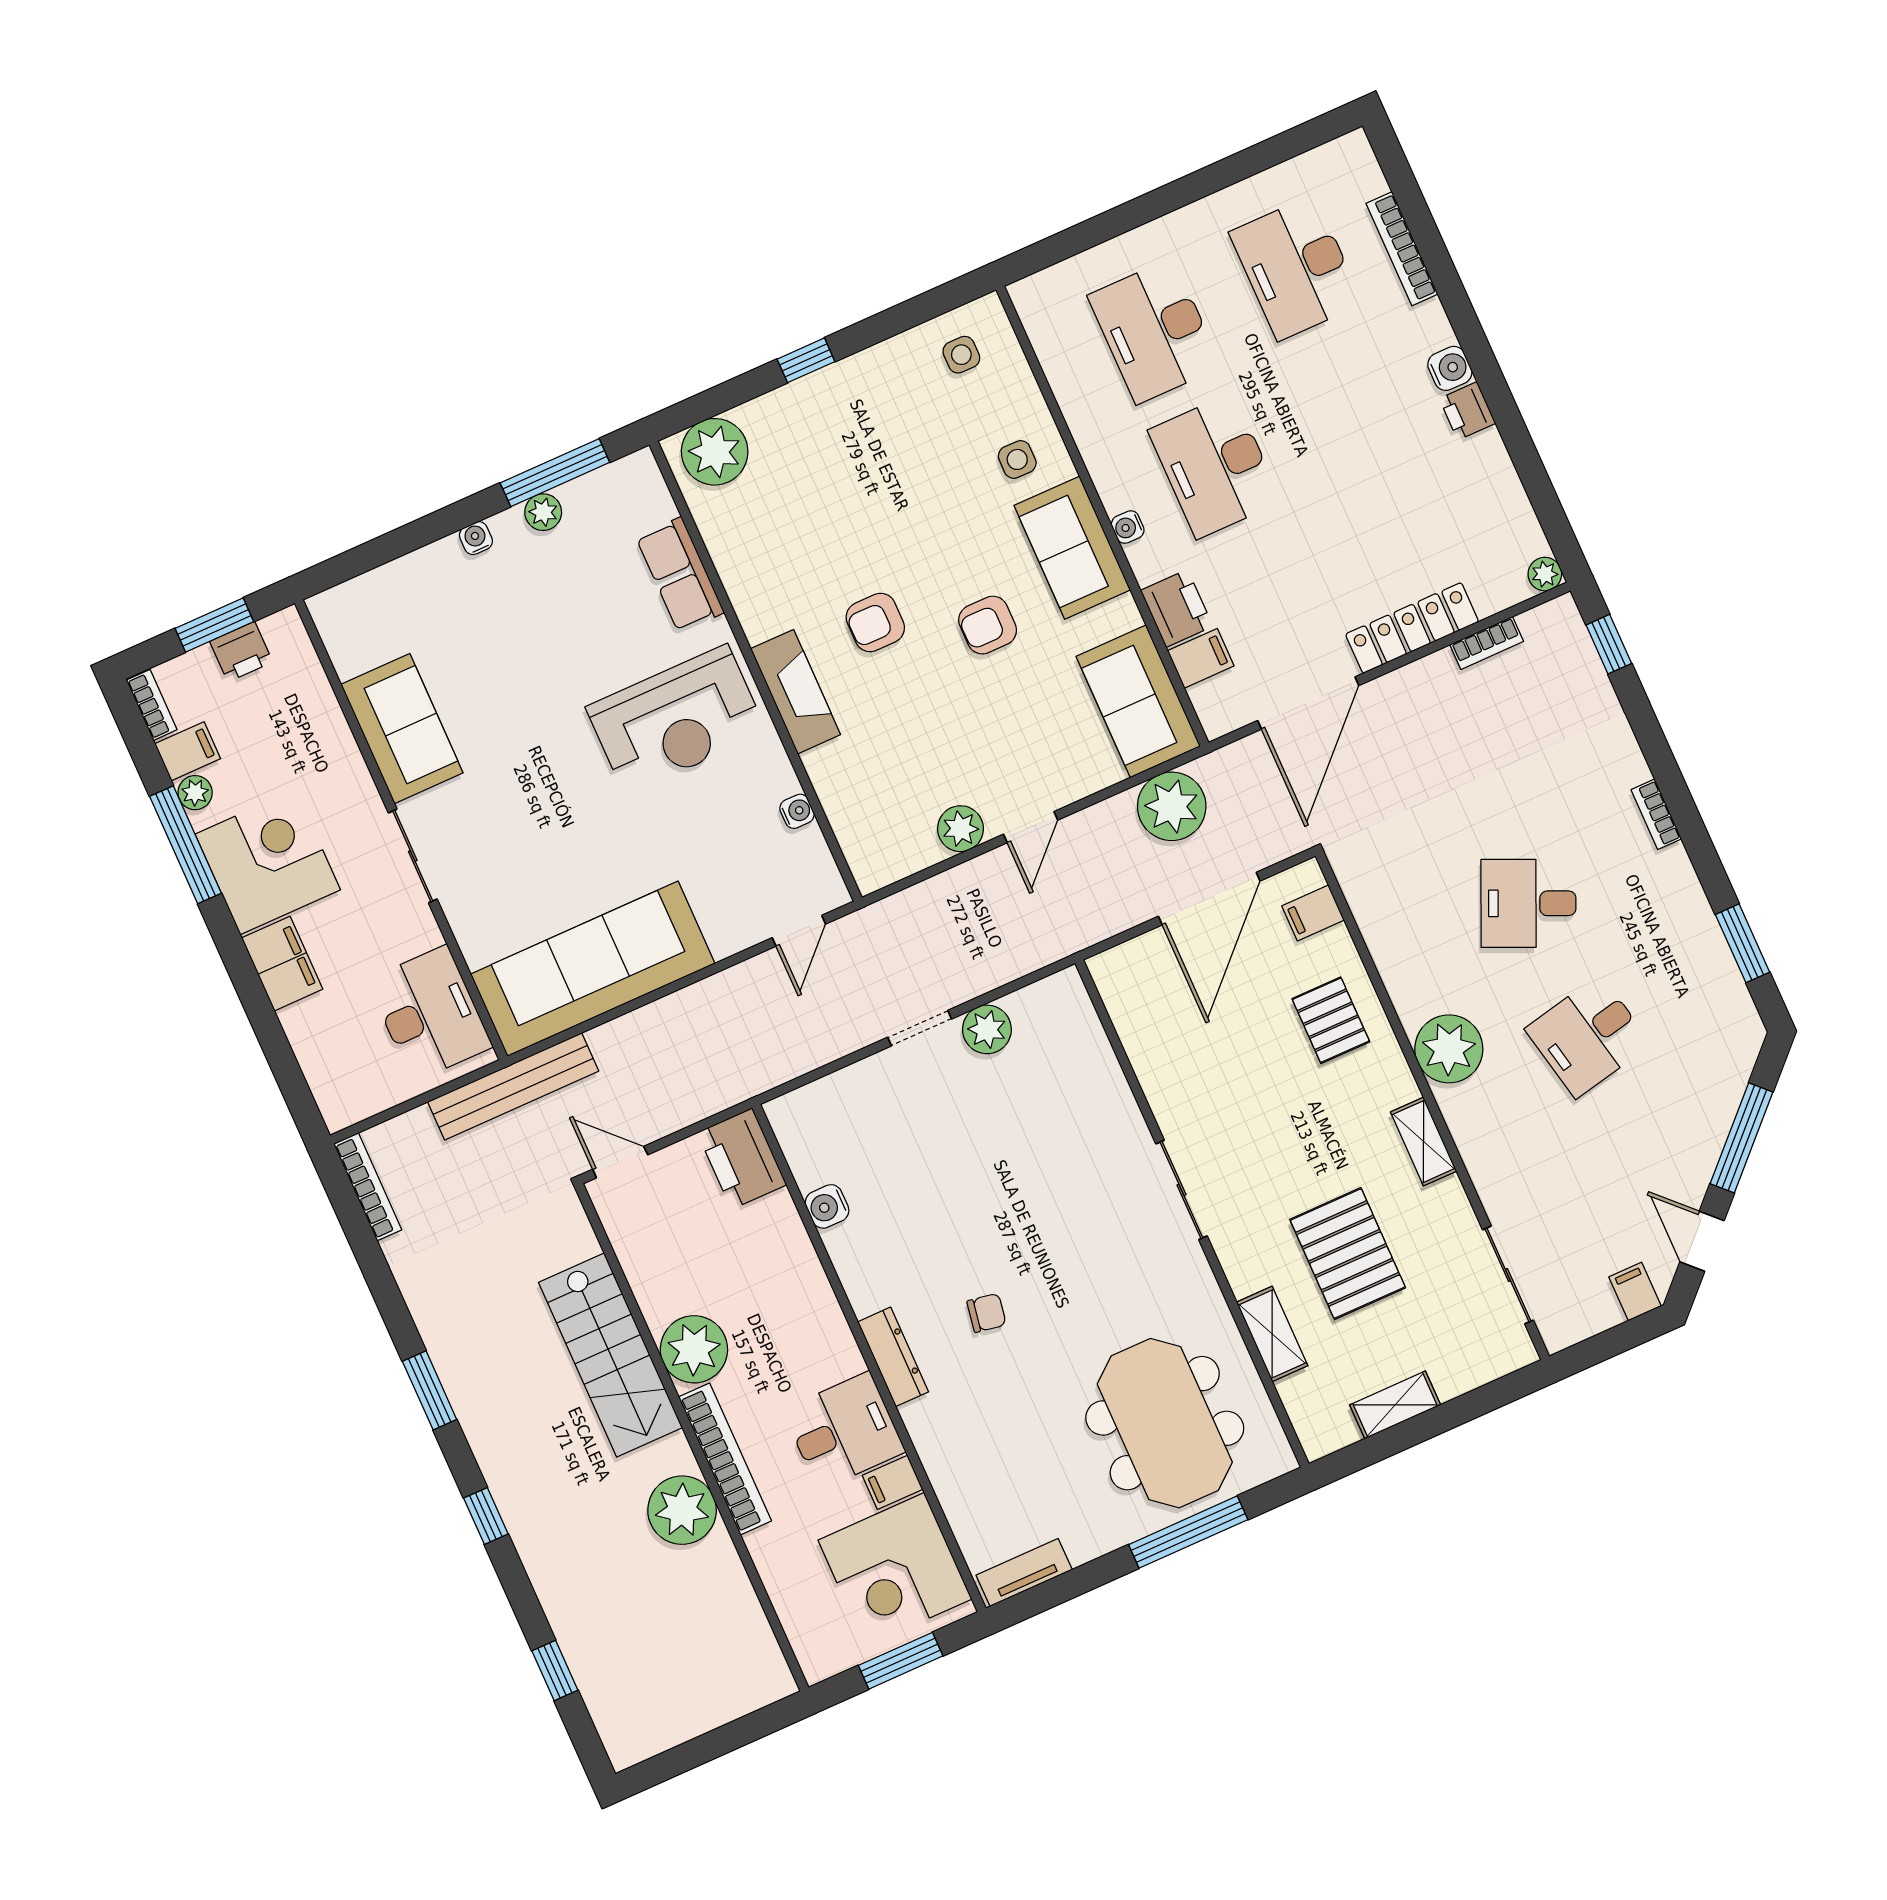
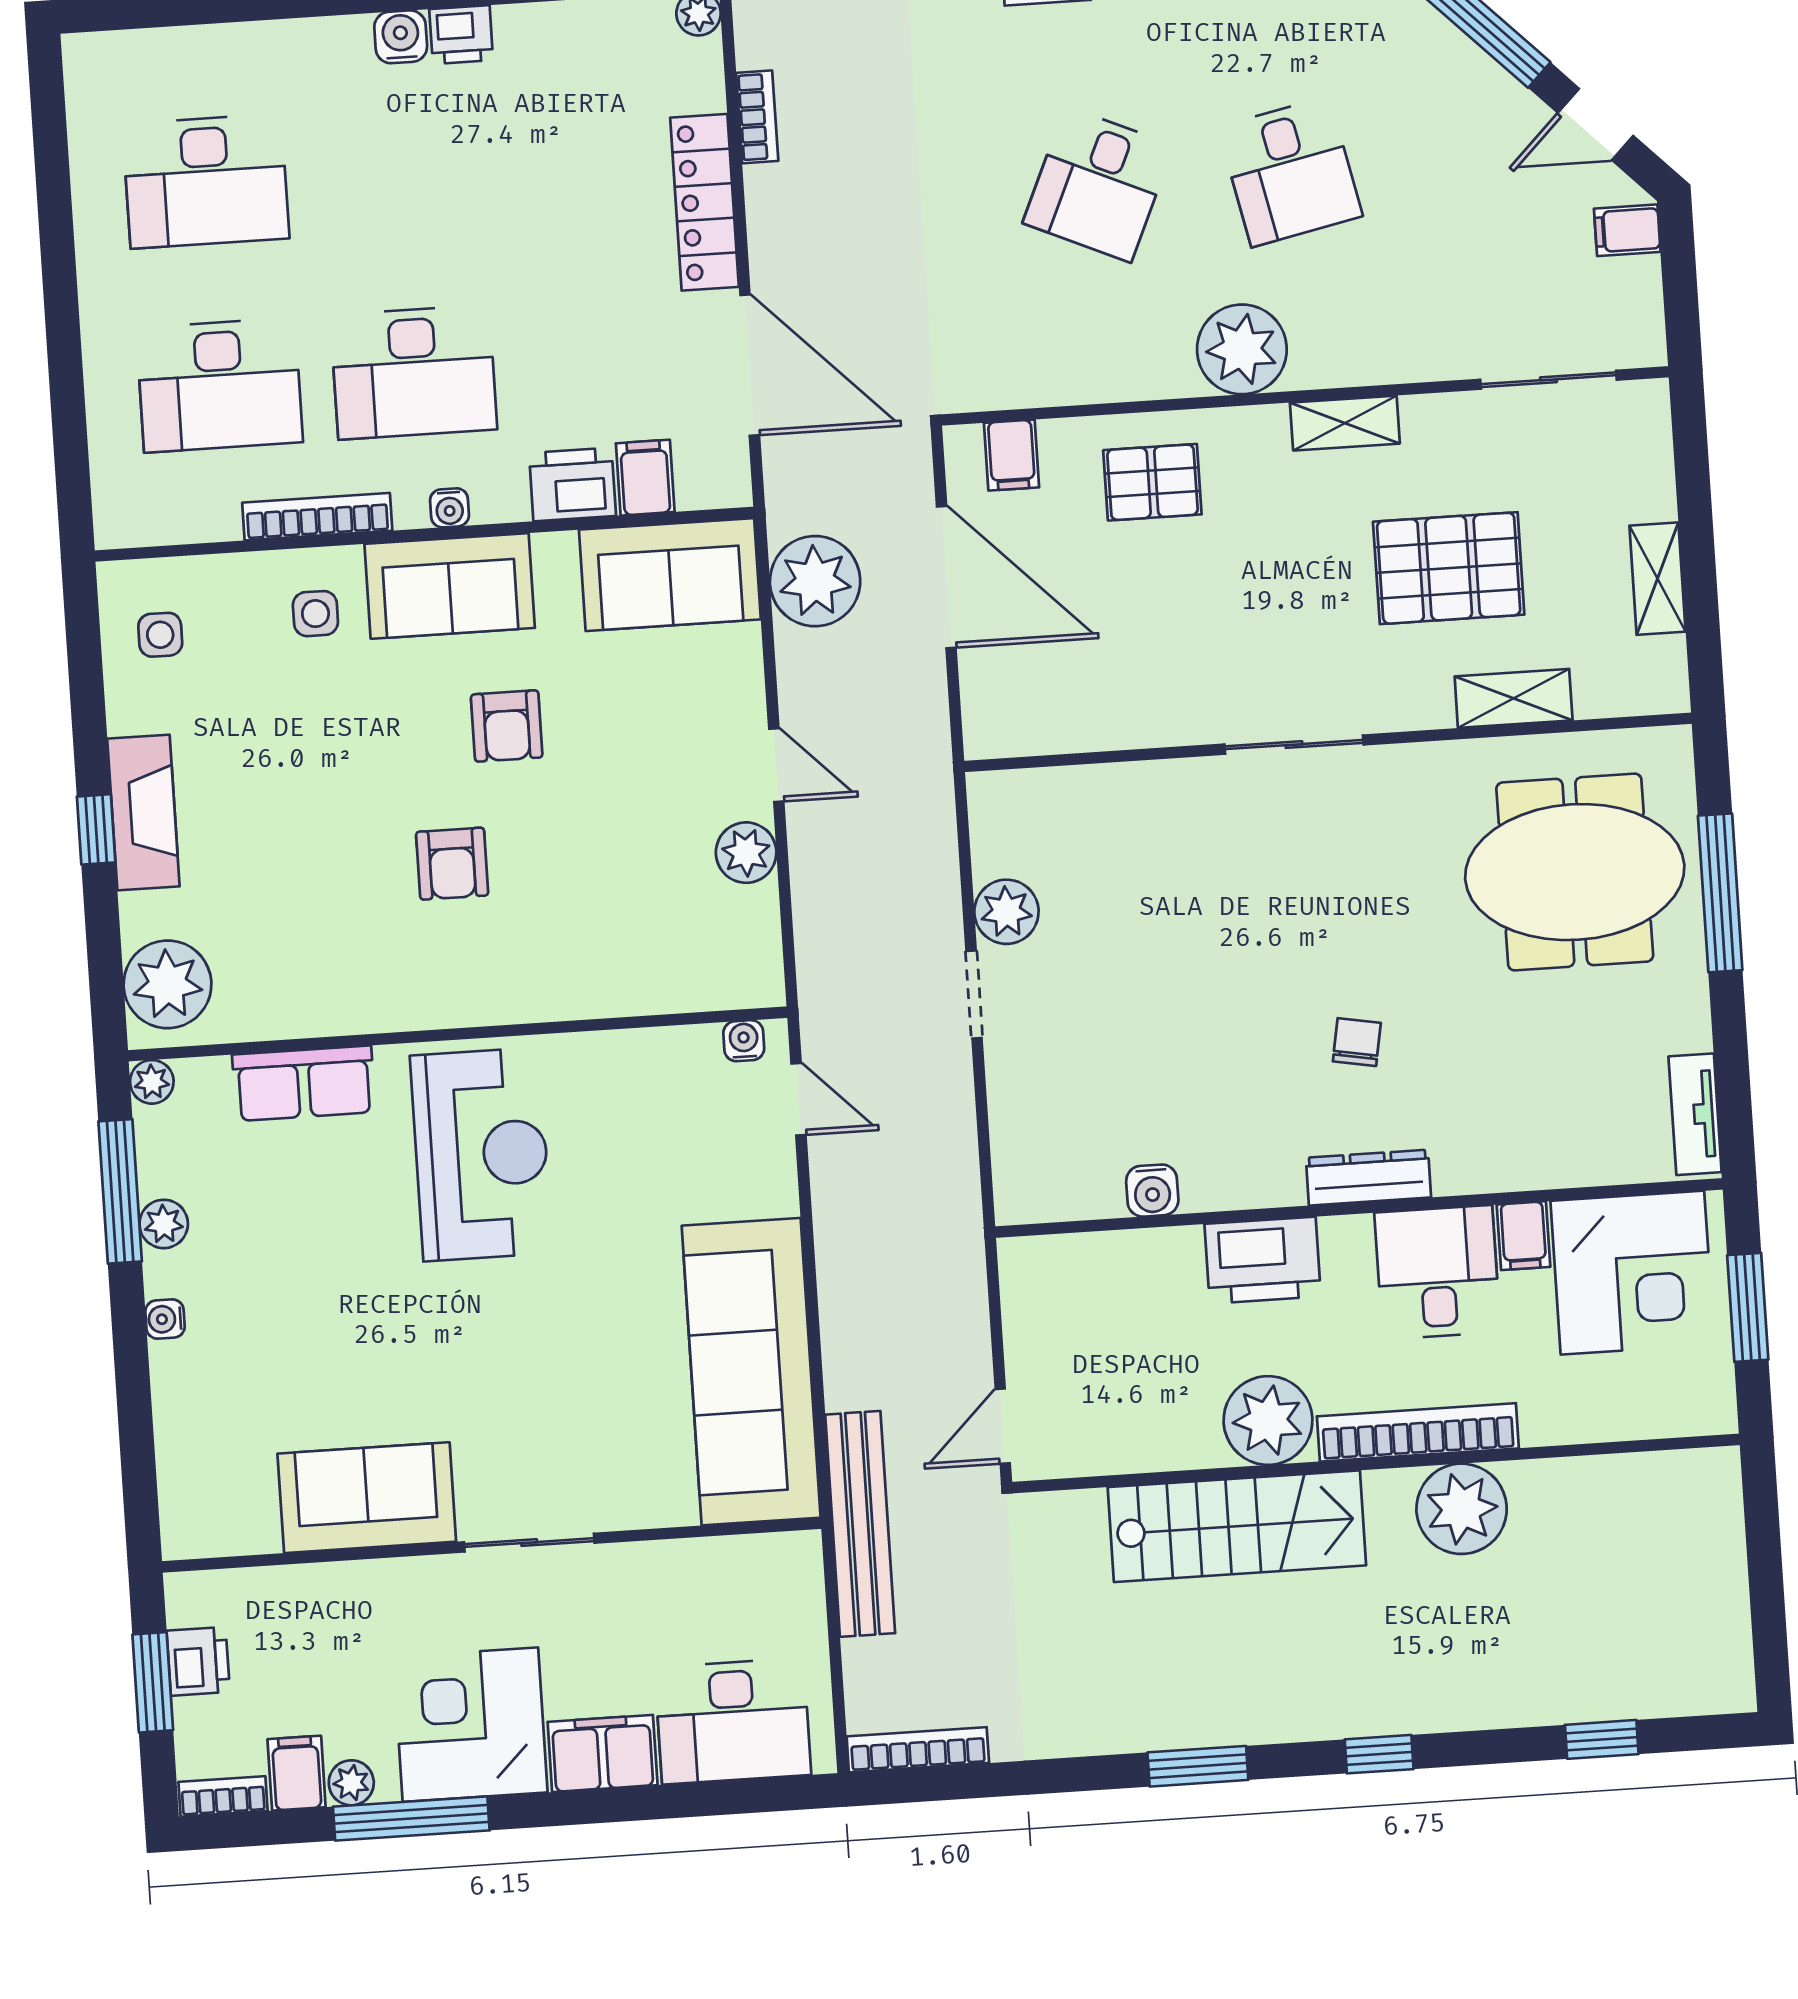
bookcase: (1402, 249) -> (317, 517), moved, turned 180
plant: (641, 466) -> (152, 1082), added
fireplace: (796, 692) -> (143, 812), moved, turned 90
water cooler: (797, 811) -> (744, 1041), moved
desk: (430, 1013) -> (733, 1721), moved, turned 180
printer: (742, 1159) -> (1263, 1260), moved

